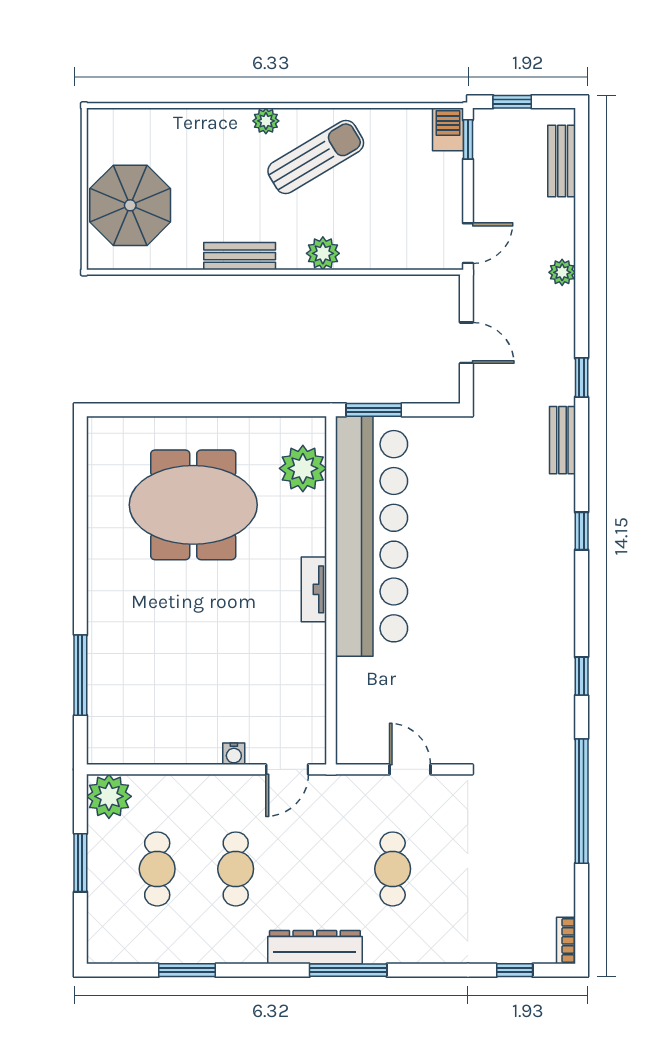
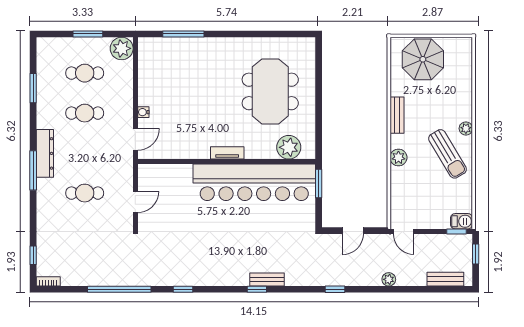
bench: (562, 440) -> (267, 280), moved
door: (287, 769) -> (135, 139), swing flipped

